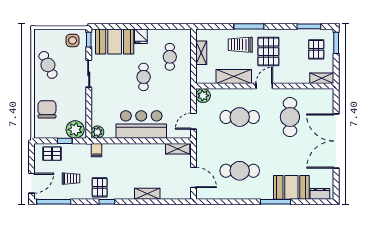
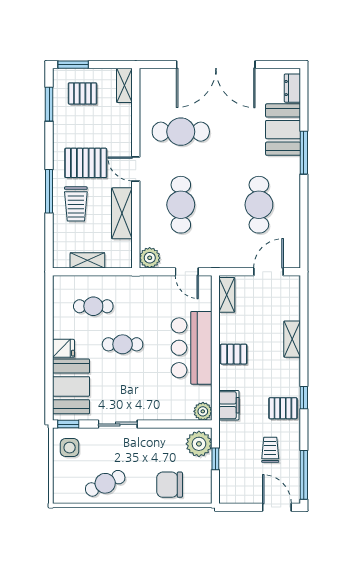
filing cabinet: (97, 150) -> (229, 405), width x2.00
pallet: (52, 154) -> (234, 354), moved, turned 90

